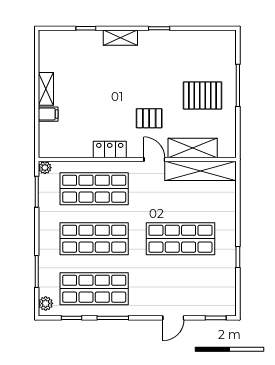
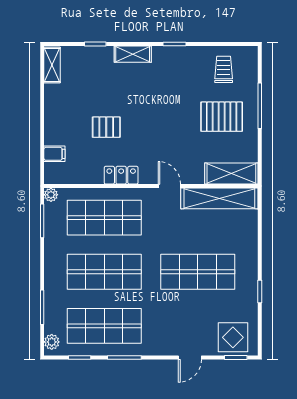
trolley: (204, 52) -> (224, 69), added
shelving: (46, 89) -> (52, 65), moved
filing cabinet: (48, 114) -> (54, 154), moved
pallet: (149, 118) -> (106, 127), moved
shelving: (193, 148) -> (231, 173), moved
display table: (213, 299) -> (233, 337), added

